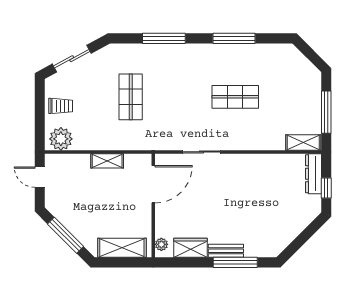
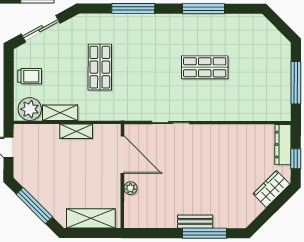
shelving: (303, 142) -> (60, 113), moved
door: (153, 184) -> (122, 155), hinge flipped
plant: (161, 244) -> (130, 188), moved
wardrobe: (191, 248) -> (271, 189), moved, turned -45

